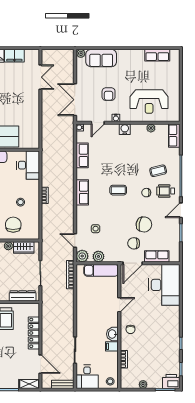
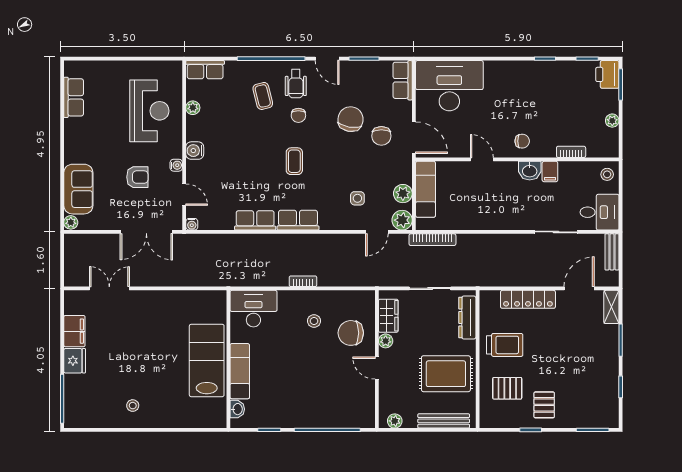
row of seats: (82, 155) -> (255, 220), moved
row of seats: (157, 256) -> (403, 80), moved

